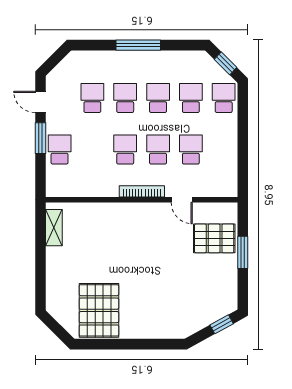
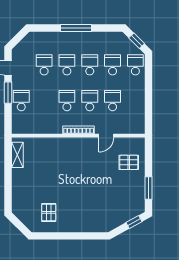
door: (182, 200) -> (106, 136), hinge flipped
pallet: (214, 238) -> (129, 162), width x0.67, depth x0.71
window: (243, 252) -> (149, 188), moved
pallet: (99, 310) -> (49, 212), width x0.49, depth x0.50

